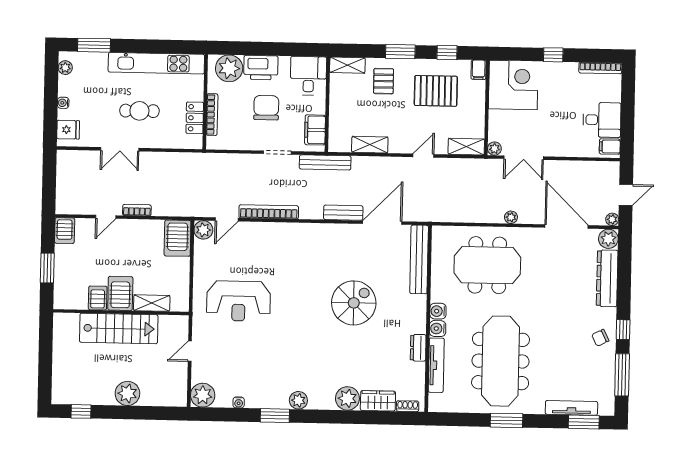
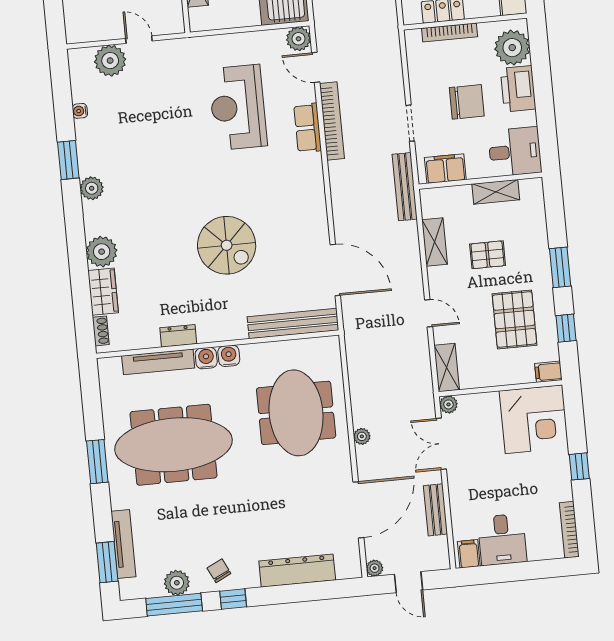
shelving: (347, 65) -> (496, 192), moved, turned 90
pallet: (384, 81) -> (488, 255), moved
bench: (343, 213) -> (436, 510), moved
row of seats: (272, 231) -> (308, 128), added
plant: (608, 239) -> (177, 583), moved
reception desk: (239, 301) -> (238, 107), moved
plant: (203, 395) -> (110, 61), moved

